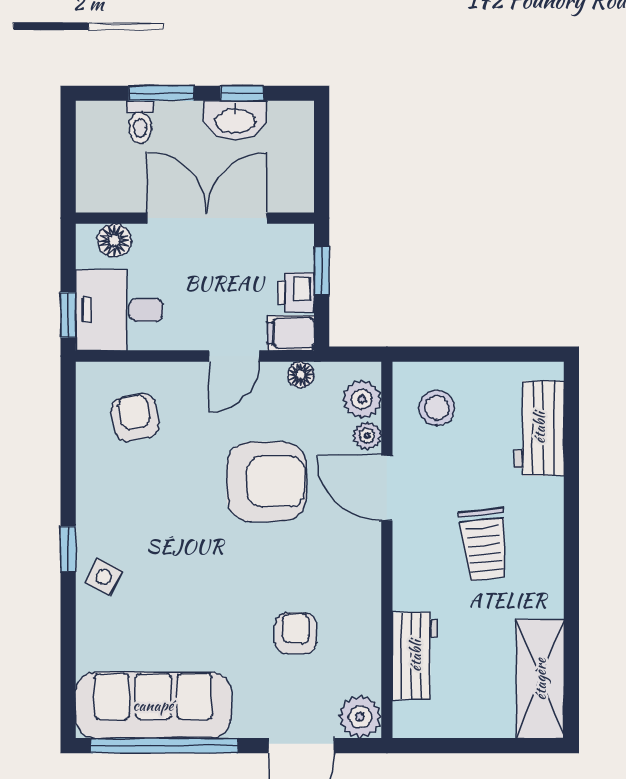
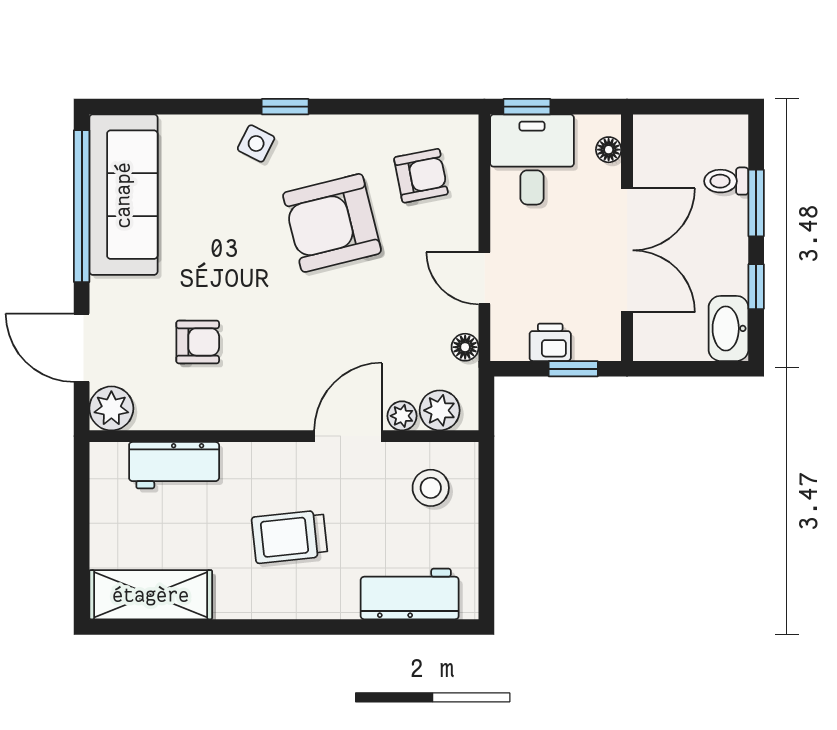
washbasin: (235, 120) -> (729, 328), moved
floor lamp: (114, 240) -> (609, 150), width x0.73, depth x0.73
filing cabinet: (291, 333) -> (508, 337), removed
armchair: (266, 482) -> (332, 223), moved, turned 76

